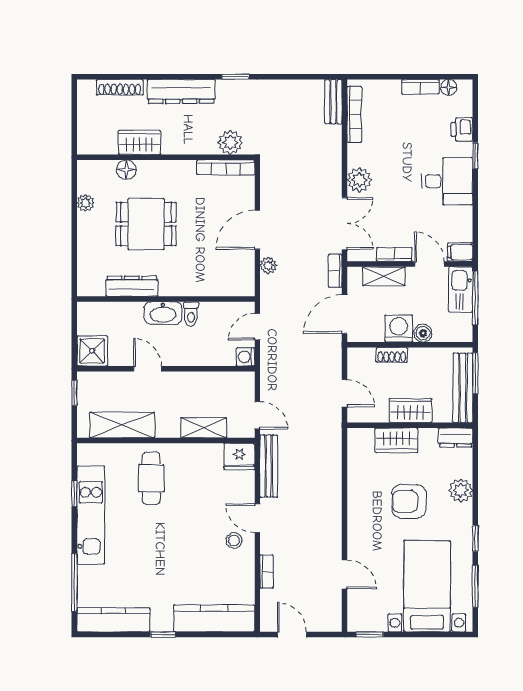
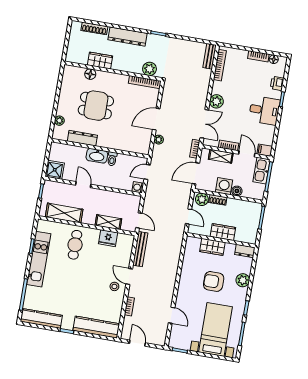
plant: (86, 203) -> (59, 121), moved
plant: (363, 359) -> (202, 199), added
bench: (463, 388) -> (254, 225), removed
fridge: (239, 456) -> (108, 238), moved

